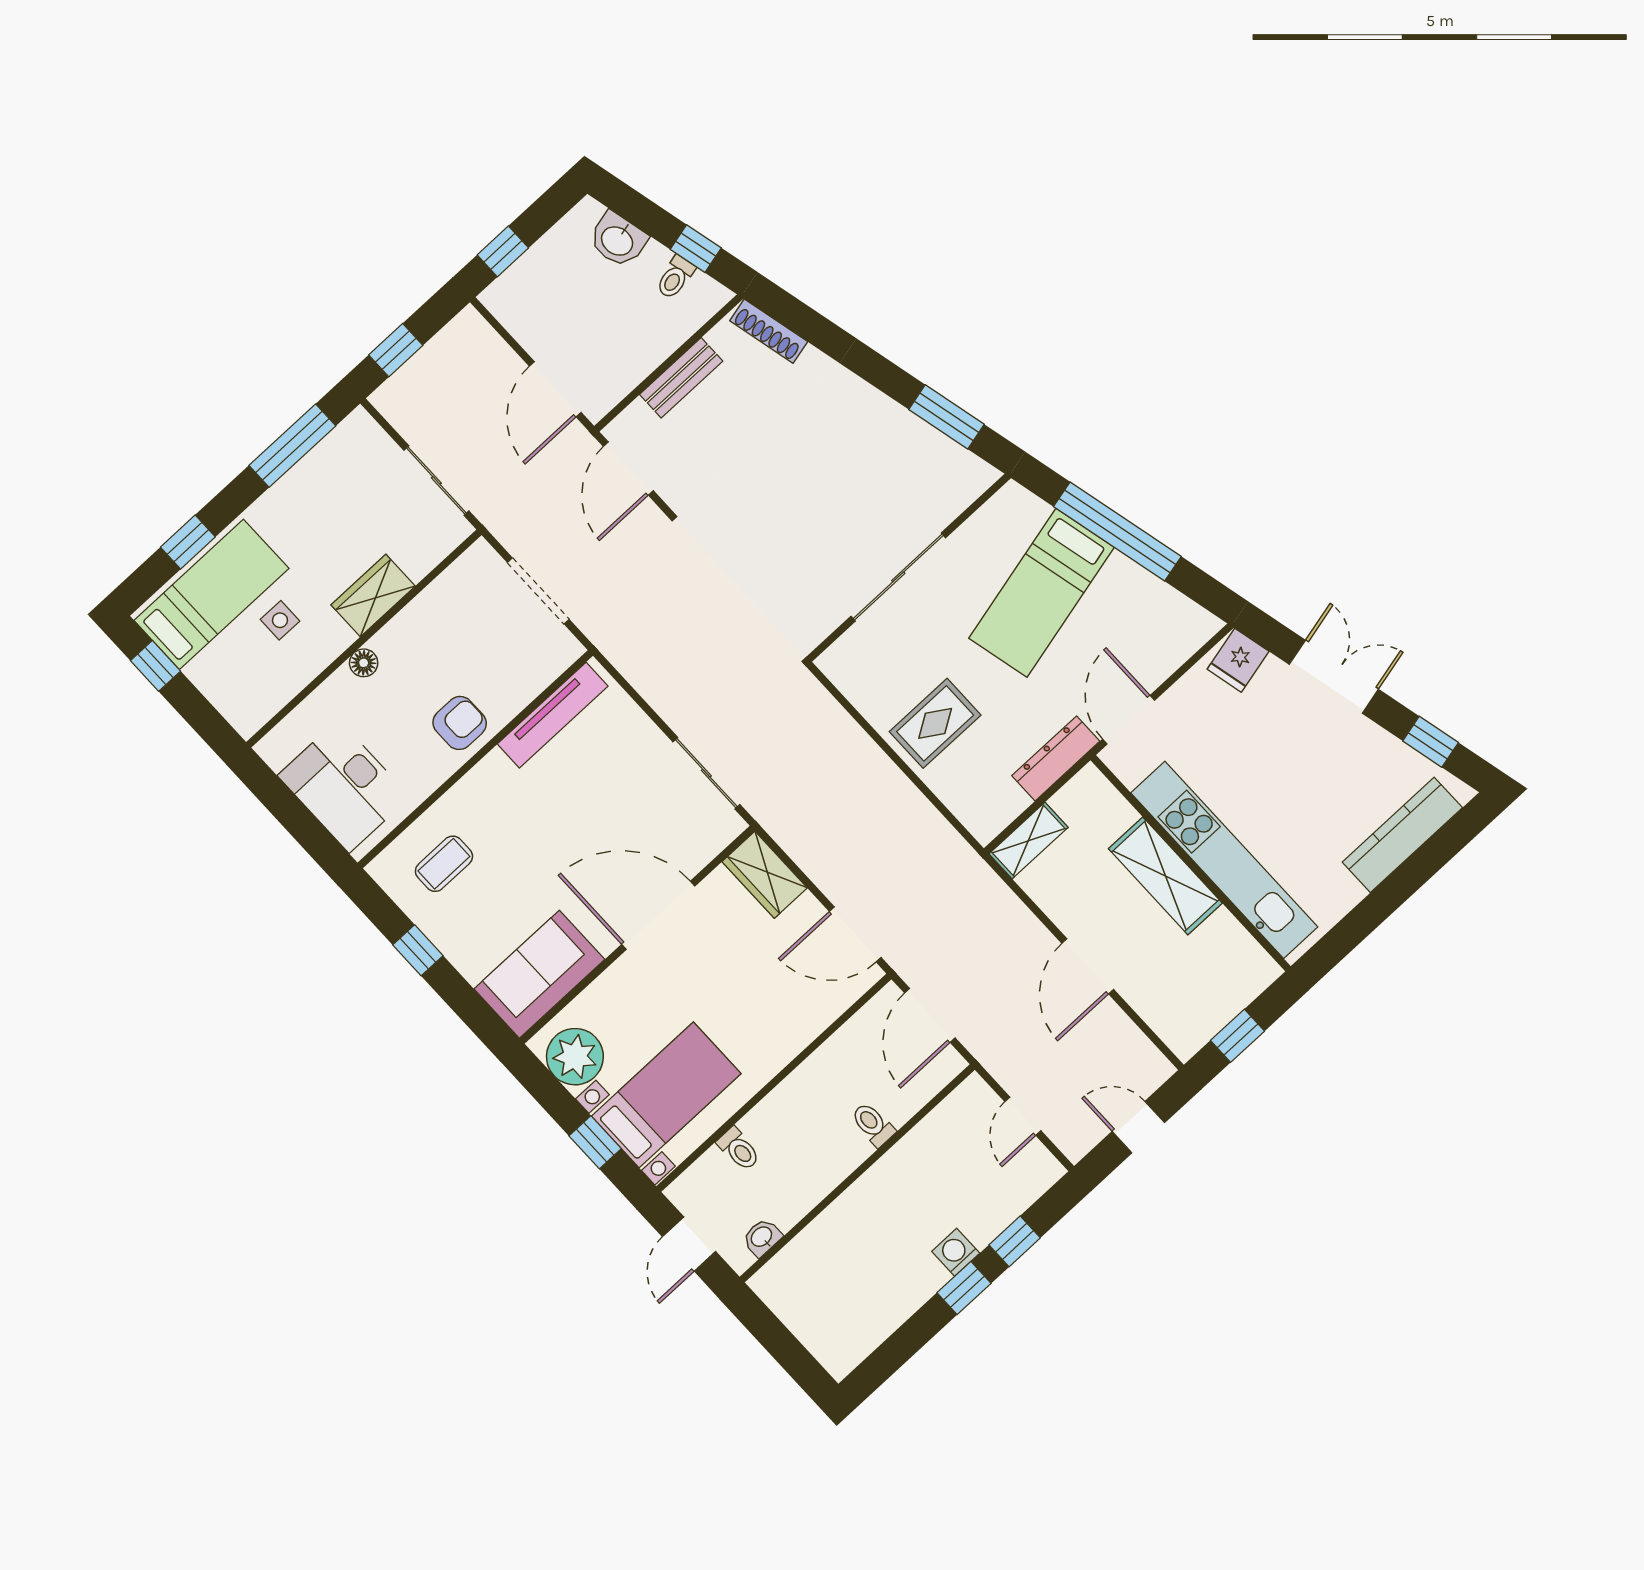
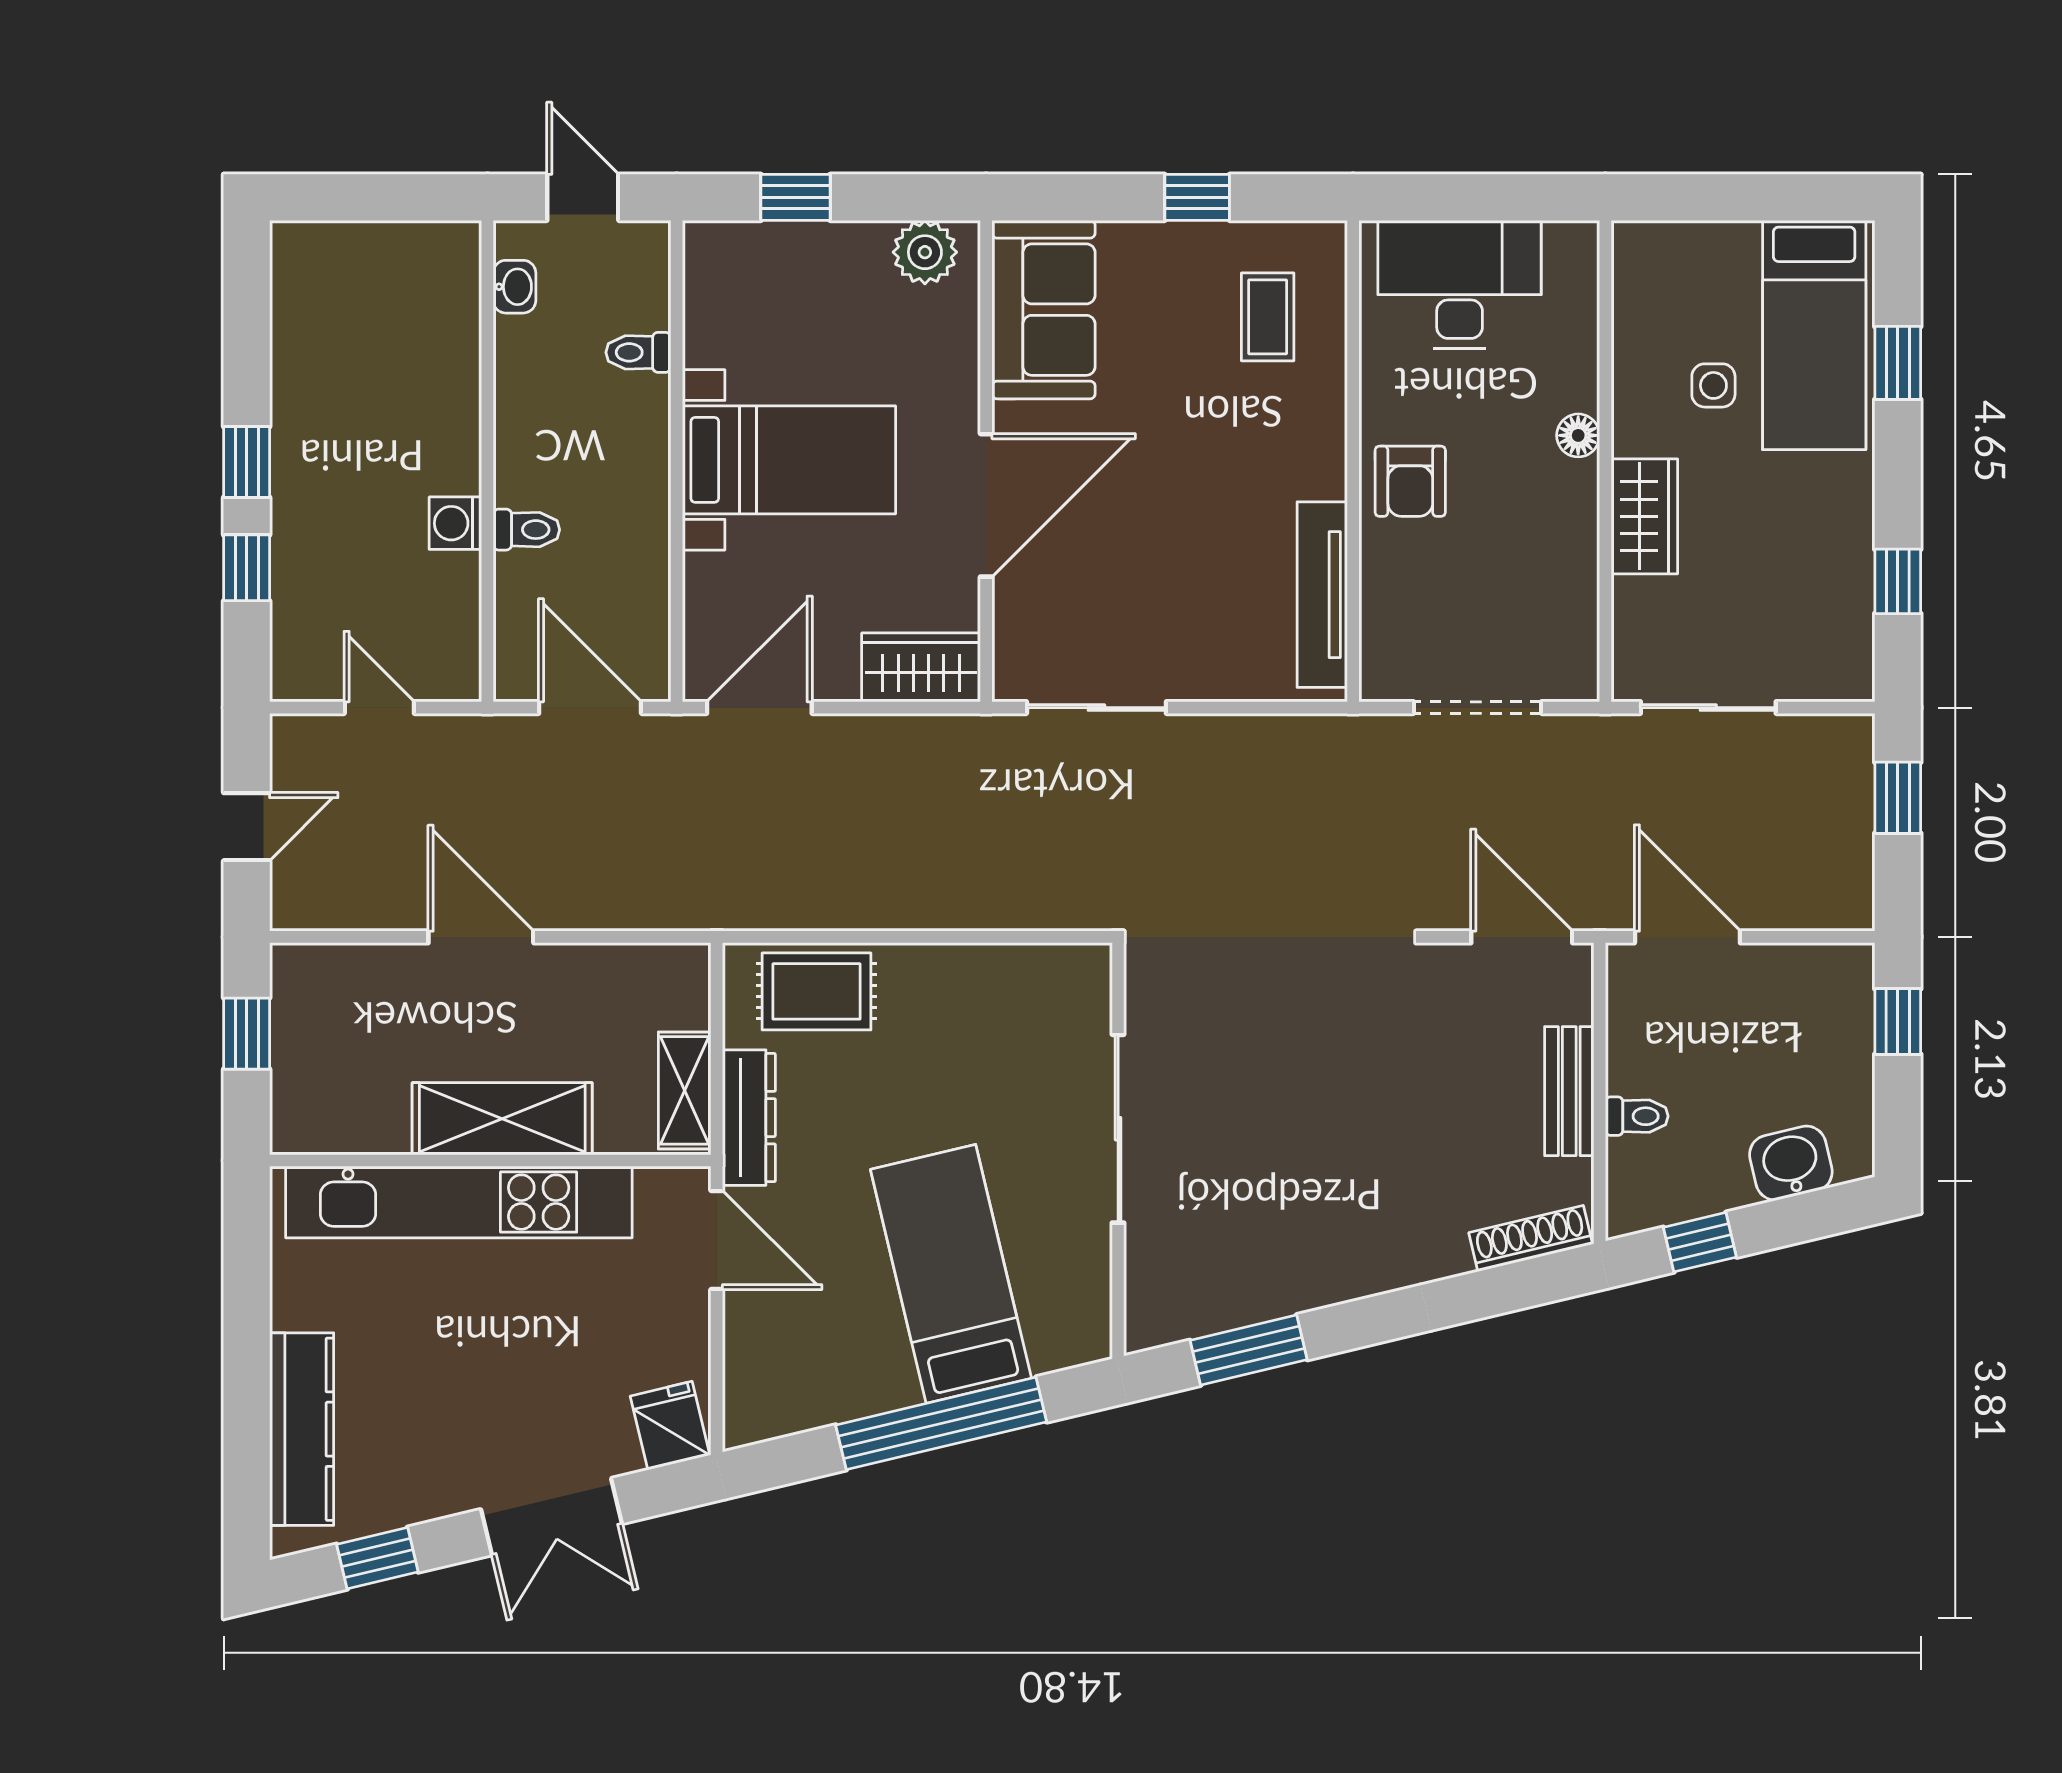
toilet: (675, 277) -> (1637, 1116), moved, turned 103
window: (292, 446) -> (1898, 581), width x0.46
window: (155, 666) -> (1792, 197), removed
rug: (935, 723) -> (816, 991), moved, turned 90
shelving: (1029, 841) -> (685, 1090), moved
plant: (575, 1057) -> (925, 252), width x0.73, depth x0.73
bed with nightstands: (666, 1095) -> (789, 460), moved, turned -90
washing machine: (956, 1252) -> (455, 523), moved, turned 180

